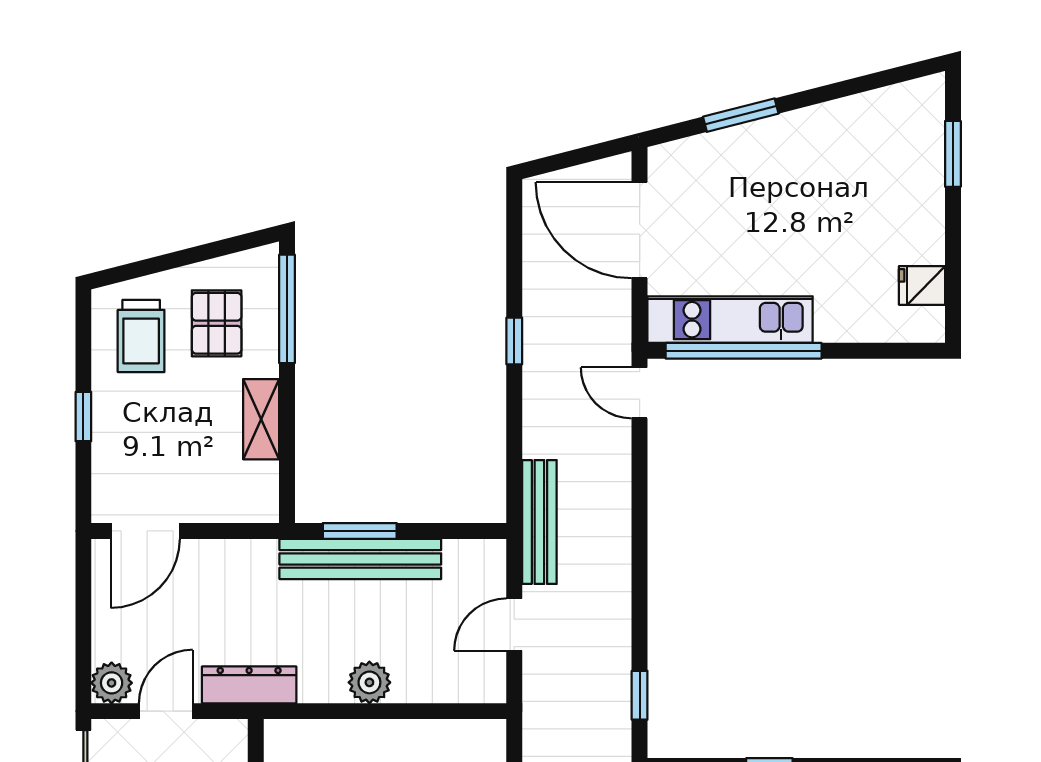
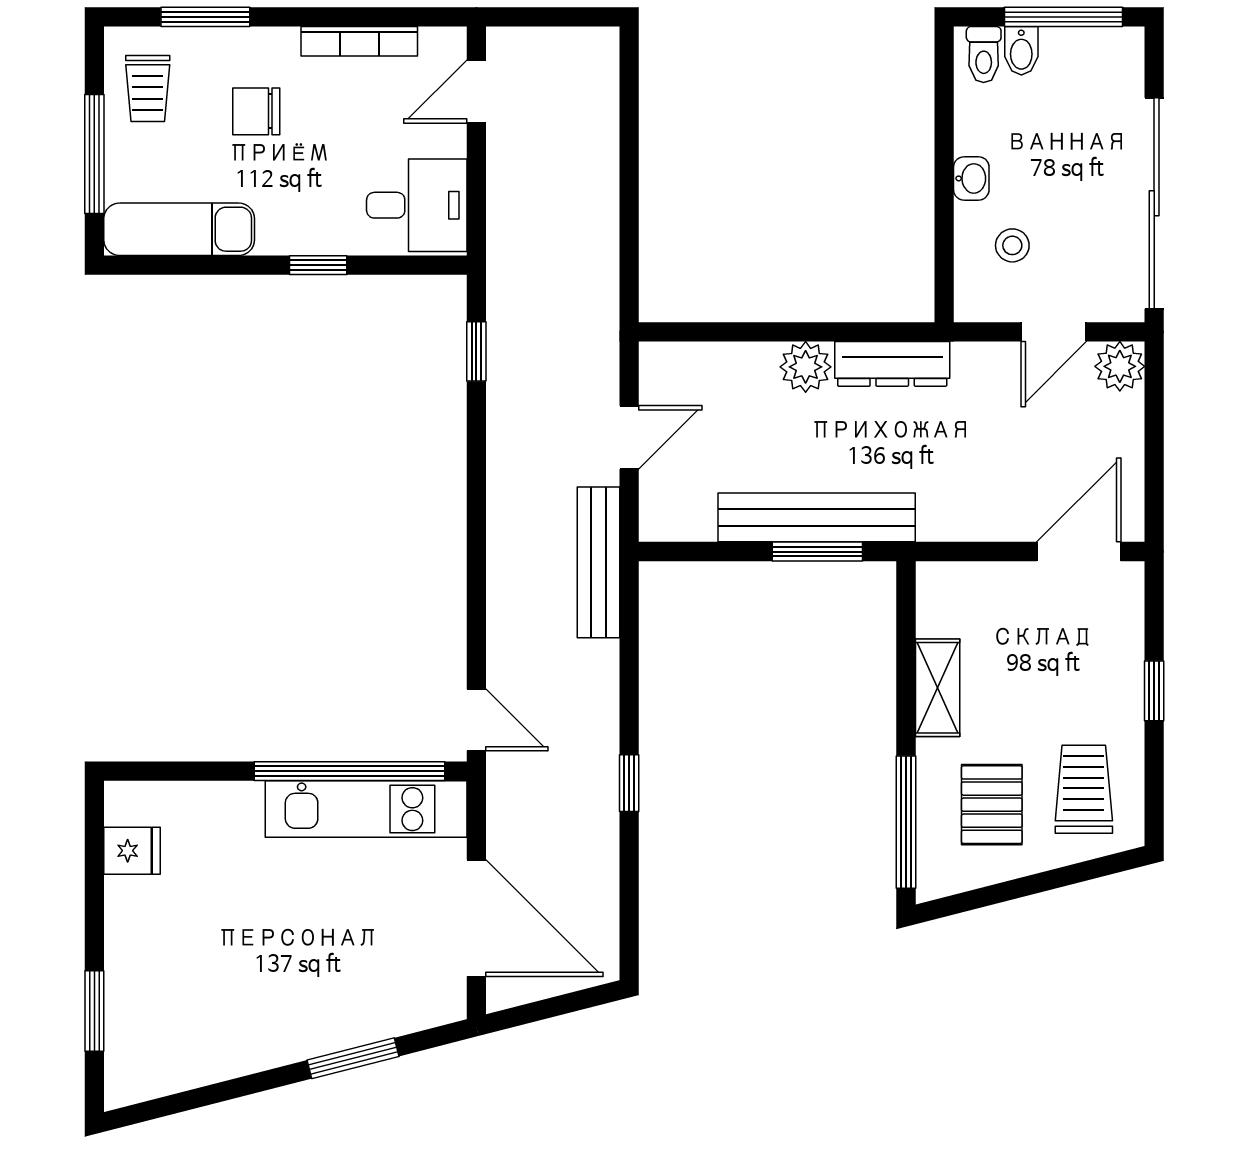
dresser: (249, 685) -> (892, 364), moved

